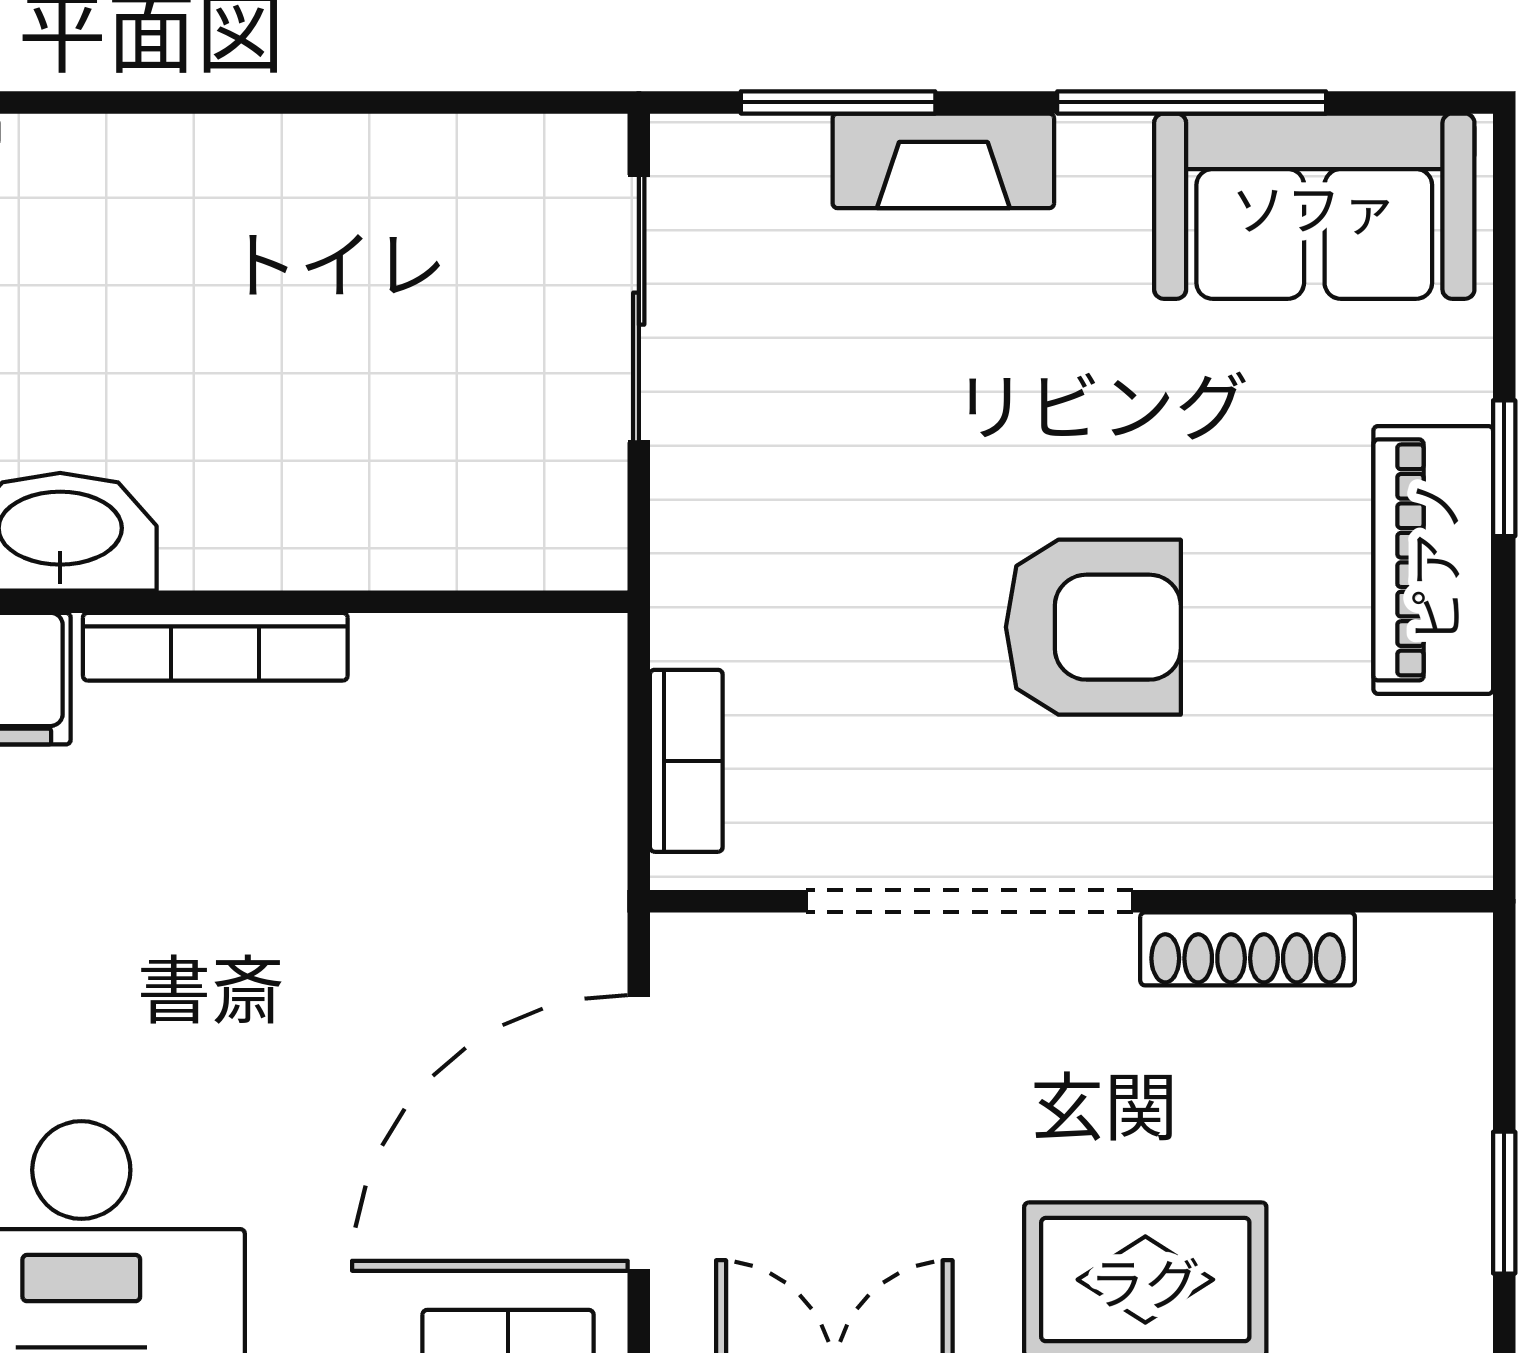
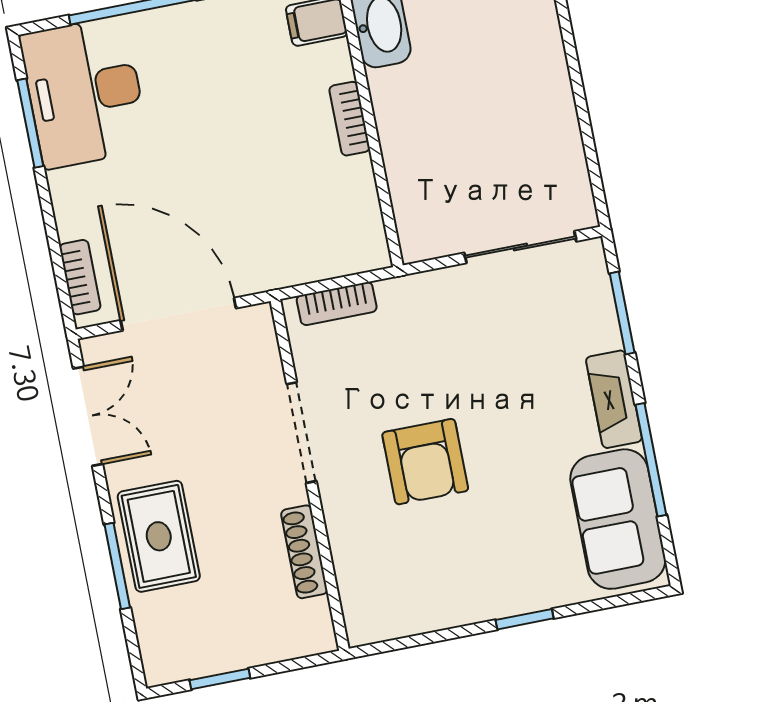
fireplace: (943, 161) -> (614, 399), moved
piano: (1433, 560) -> (481, 597), removed
bookcase: (215, 647) -> (349, 119), width x0.64
doorway: (969, 901) -> (301, 433), width x0.73

